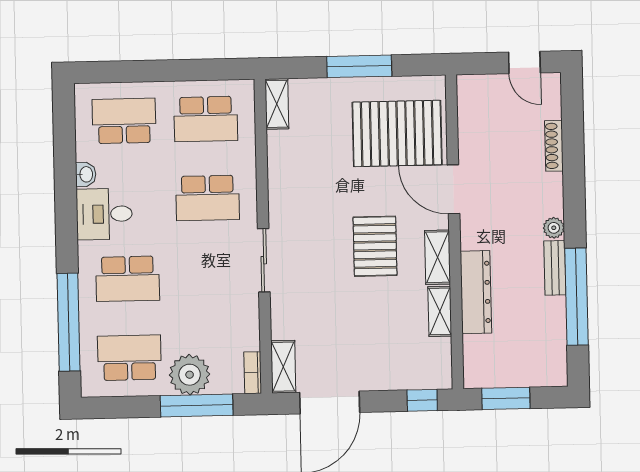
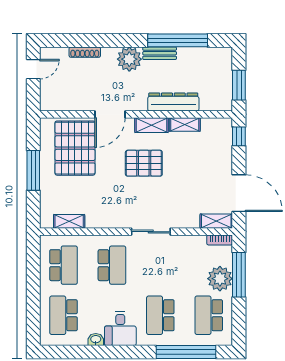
shelving: (277, 104) -> (69, 221), moved
plant: (554, 228) -> (129, 59), width x1.87, depth x1.87
school desk: (128, 279) -> (160, 315), turned 180

